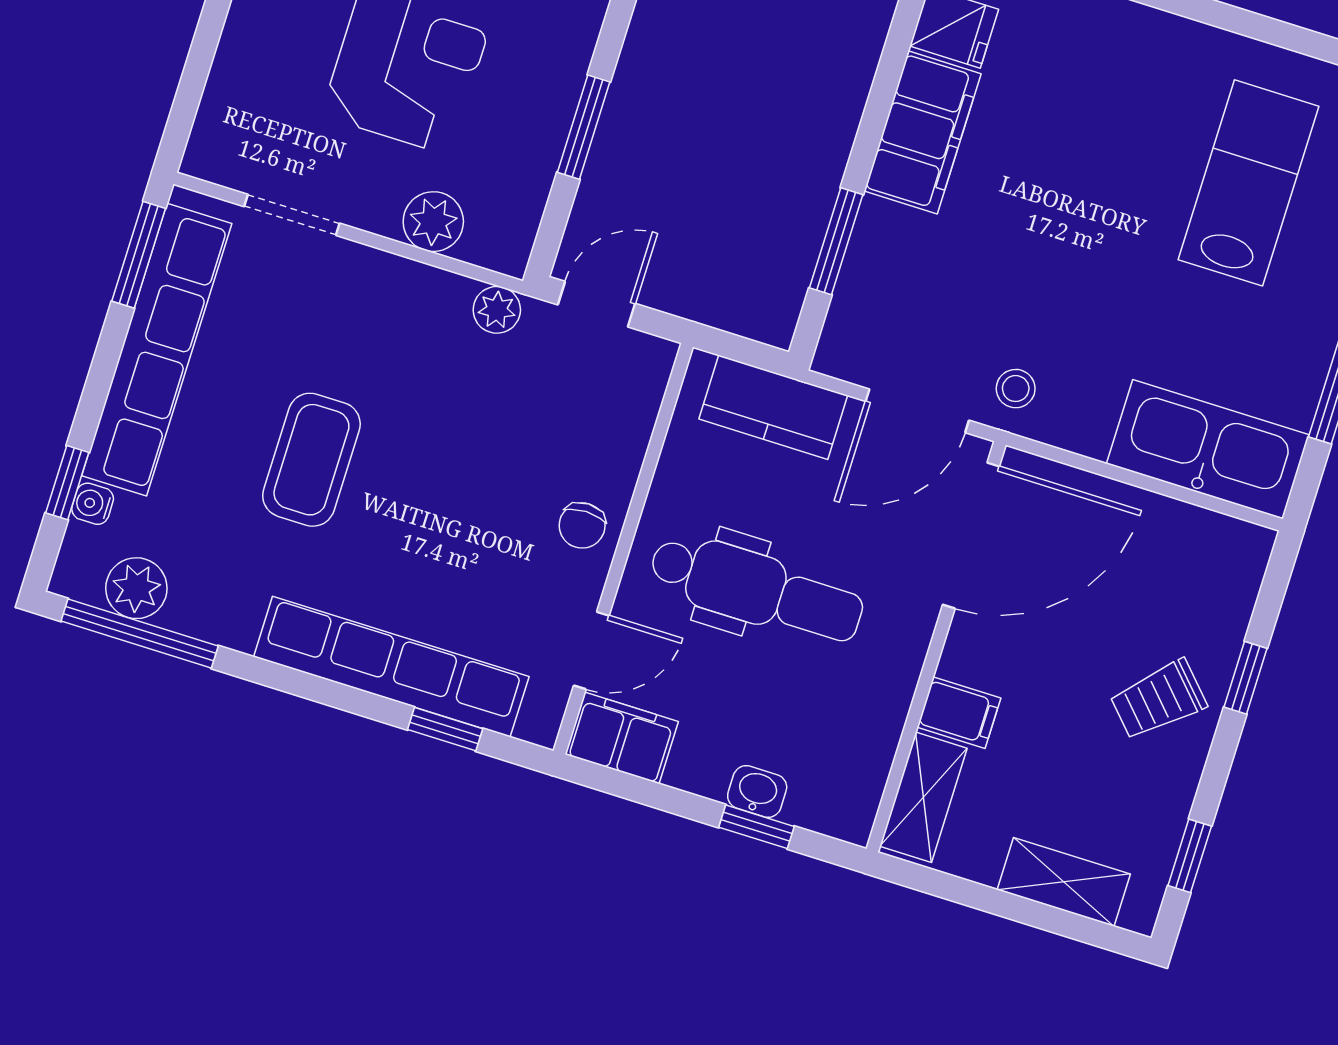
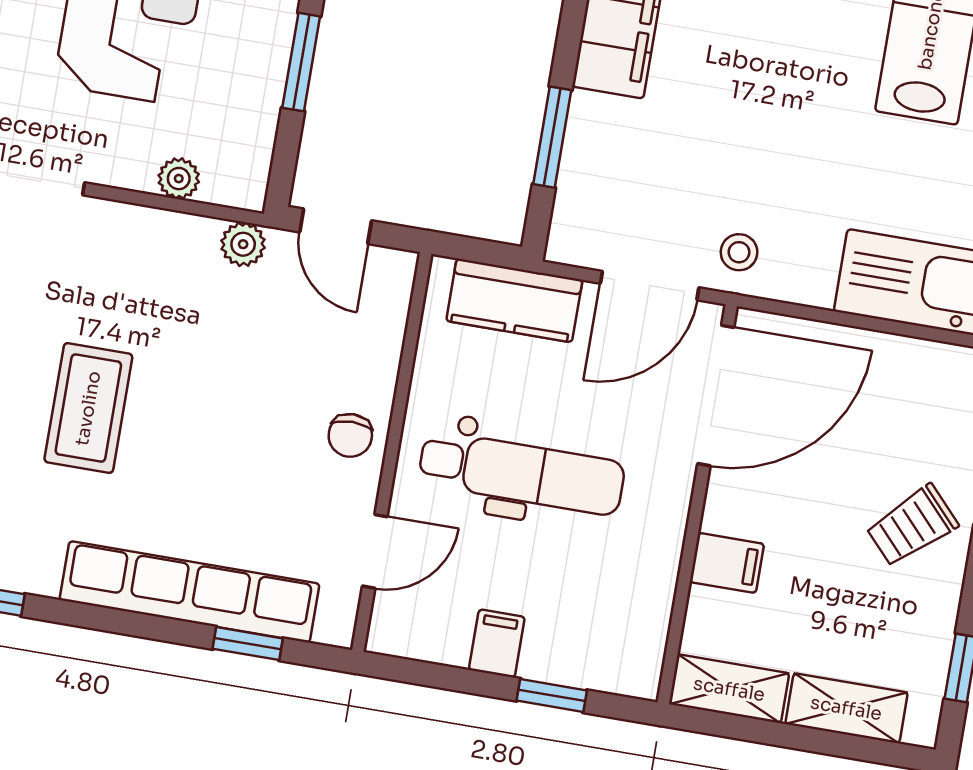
plant: (433, 222) -> (179, 179), width x0.73, depth x0.73
door: (596, 304) -> (336, 226), swing flipped
filing cabinet: (622, 738) -> (497, 643), moved, width x0.50
washbasin: (757, 791) -> (548, 662), removed
shelving: (923, 797) -> (729, 689), moved, turned 90

